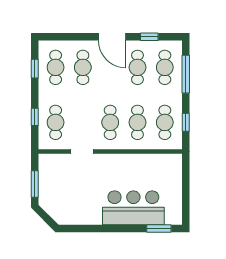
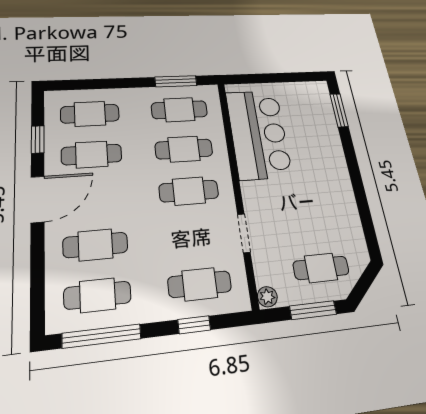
window: (35, 69) -> (102, 336), width x2.17
window: (186, 74) -> (100, 84), removed
window: (186, 122) -> (176, 81), width x1.50
plant: (45, 159) -> (267, 297), added
cafe table: (57, 194) -> (321, 268), added
bar counter: (133, 208) -> (258, 134), moved, turned 180

